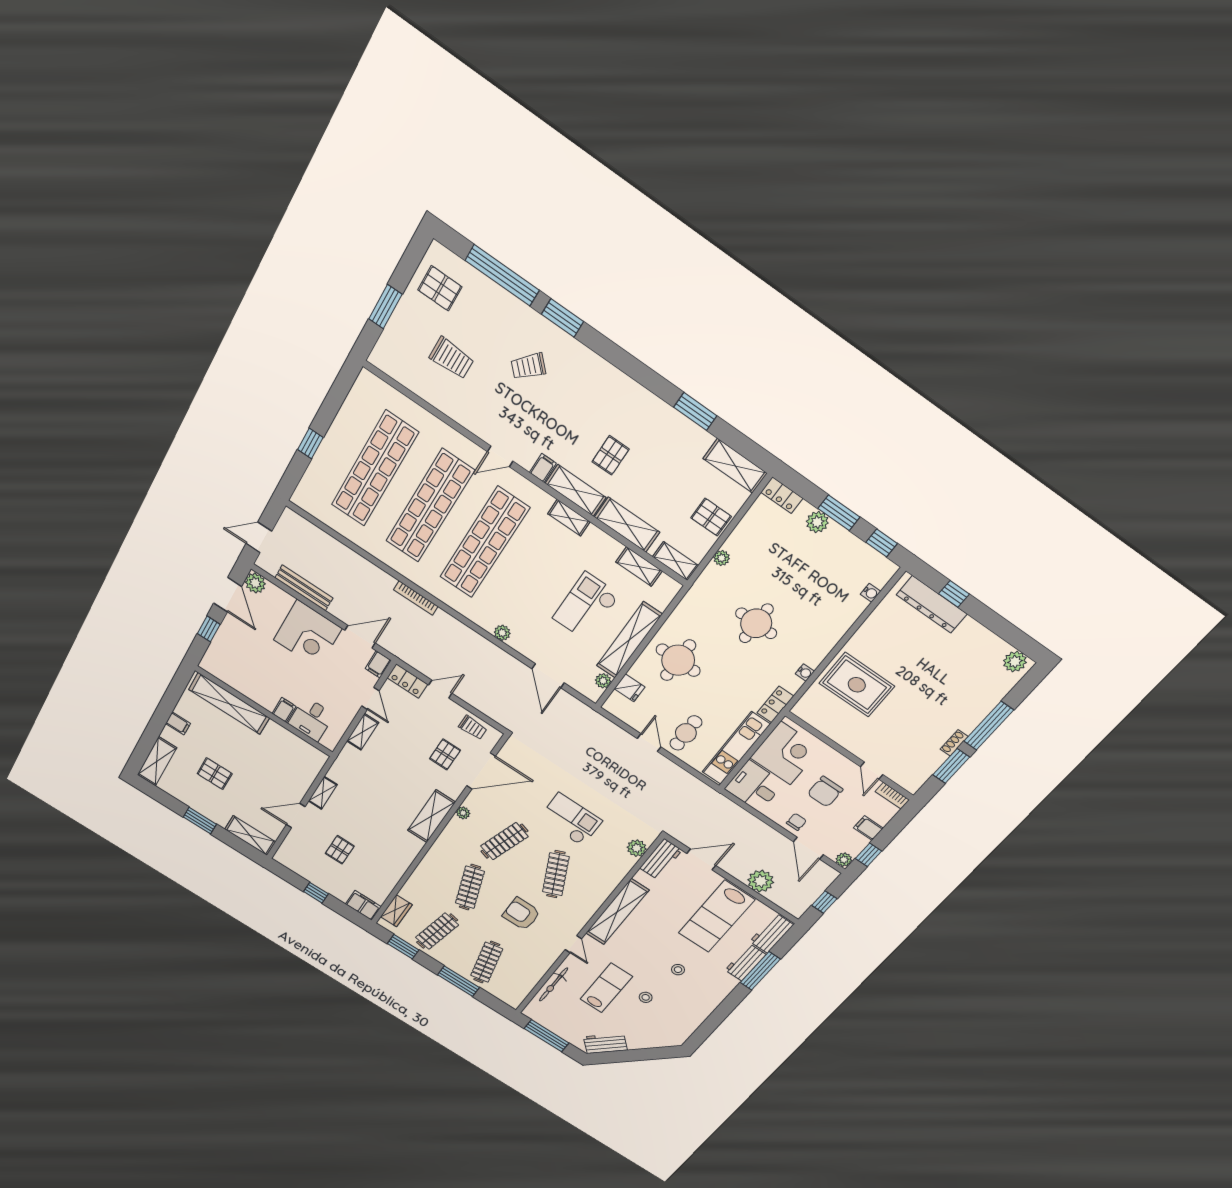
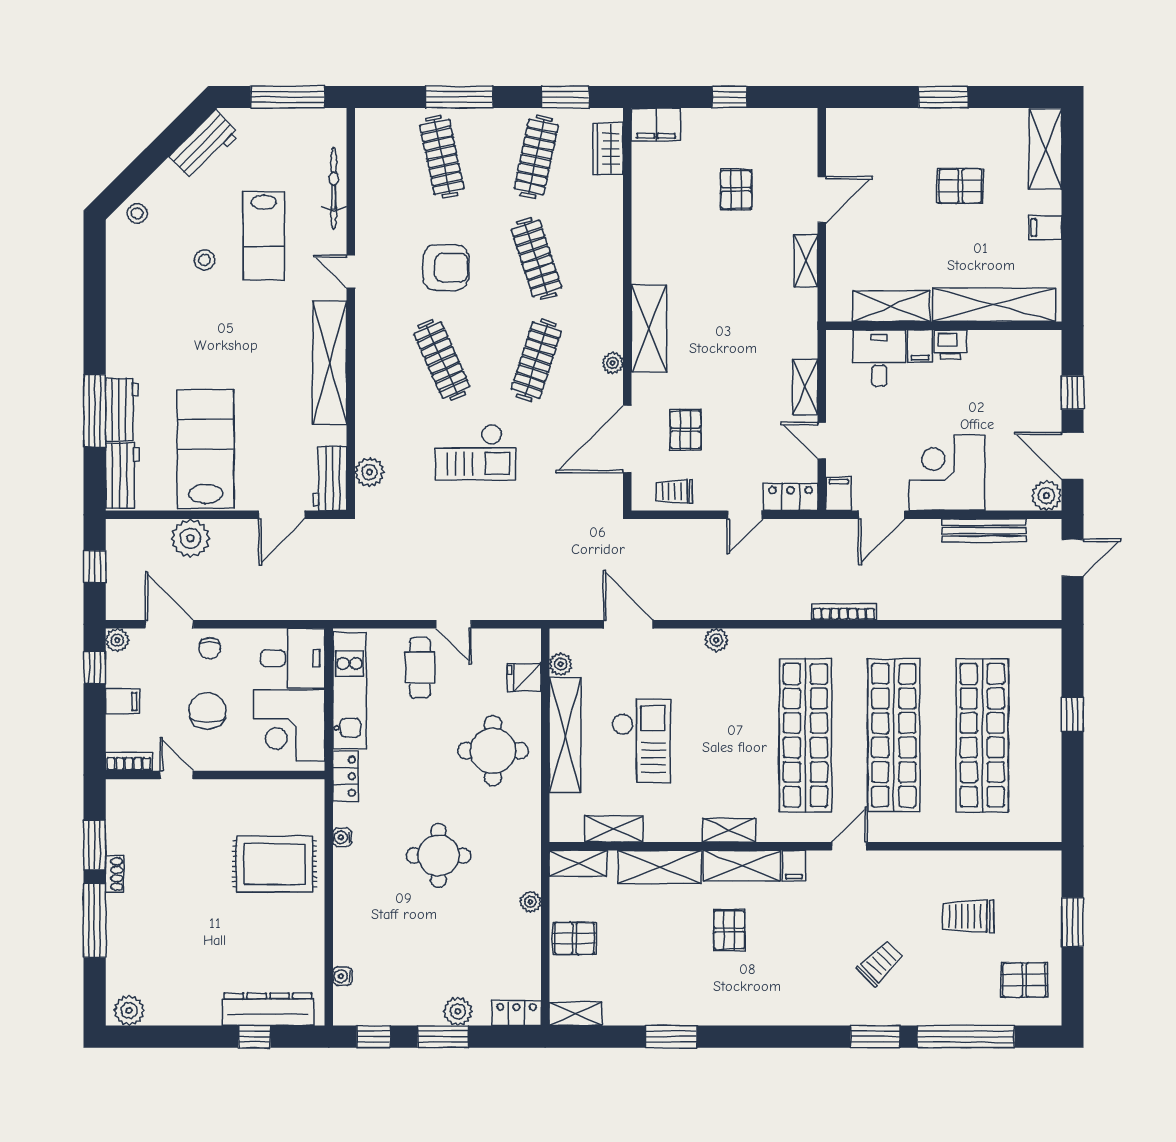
shelving: (735, 466) -> (576, 1014), width x0.67, depth x0.75
printer: (266, 700) -> (950, 344), added
shelving: (250, 836) -> (891, 306), moved
stool: (678, 970) -> (137, 213), moved

